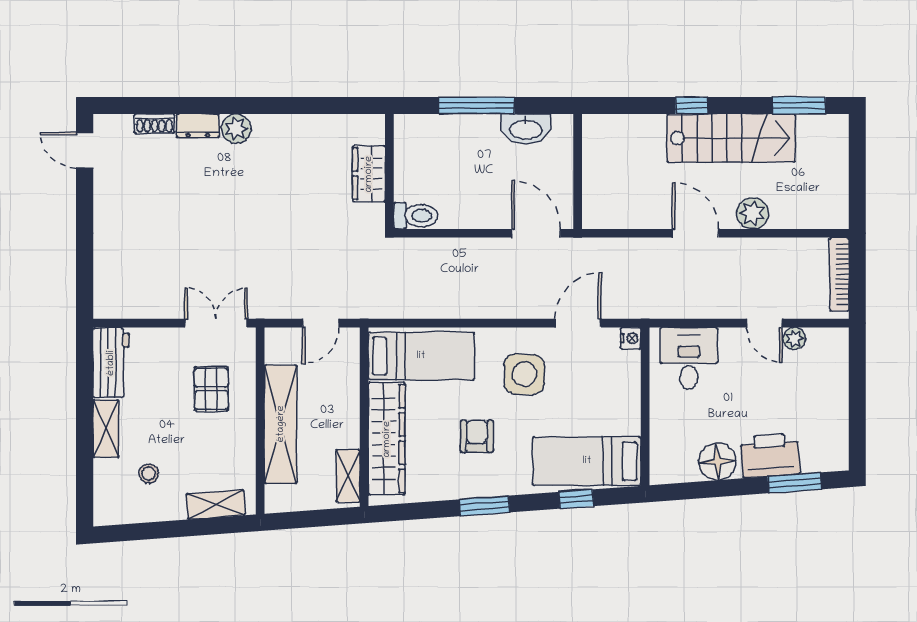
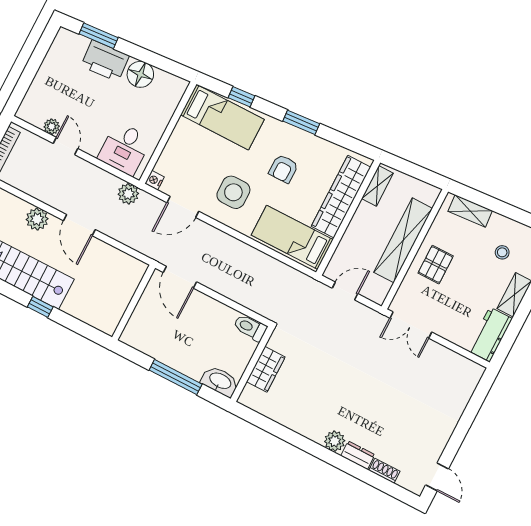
washbasin: (526, 129) -> (220, 381), moved
plant: (655, 304) -> (128, 194), added
pallet: (211, 389) -> (436, 265), moved

